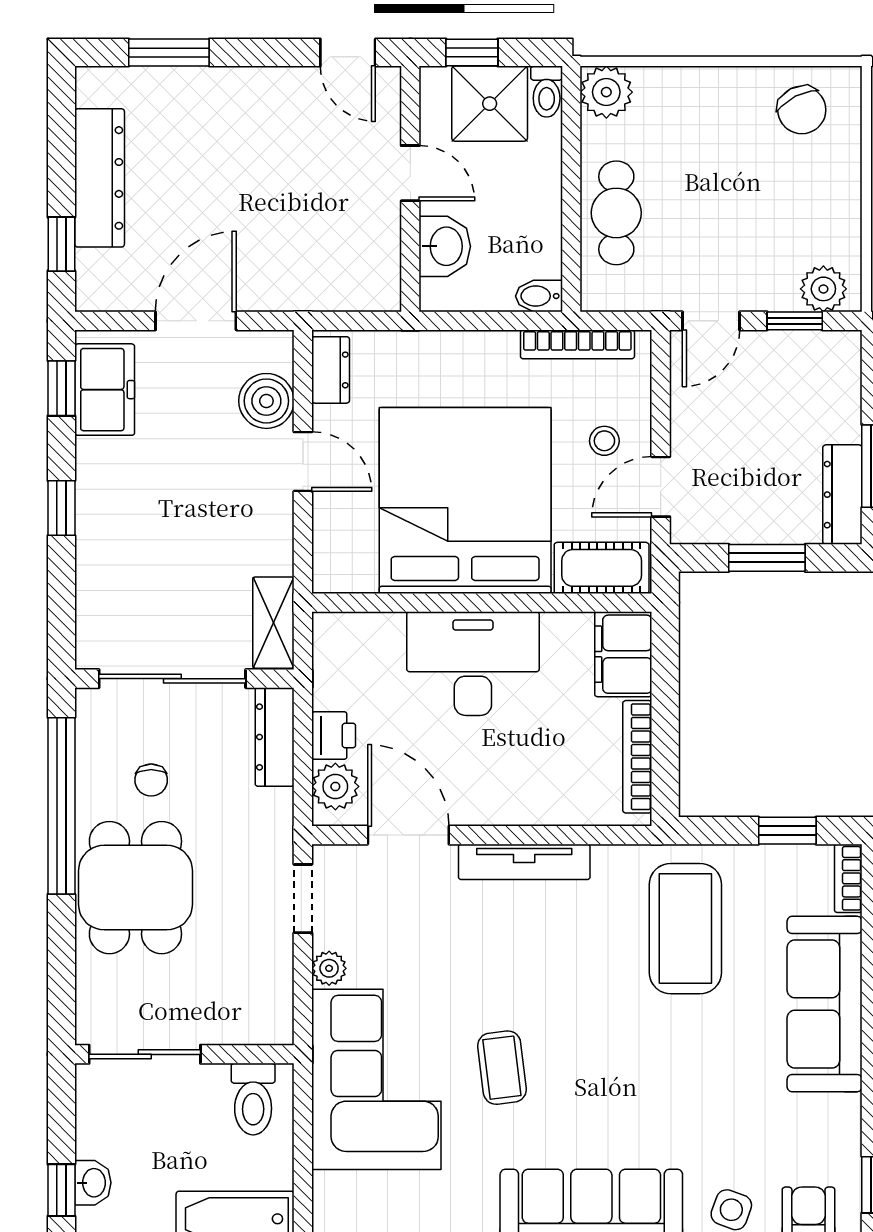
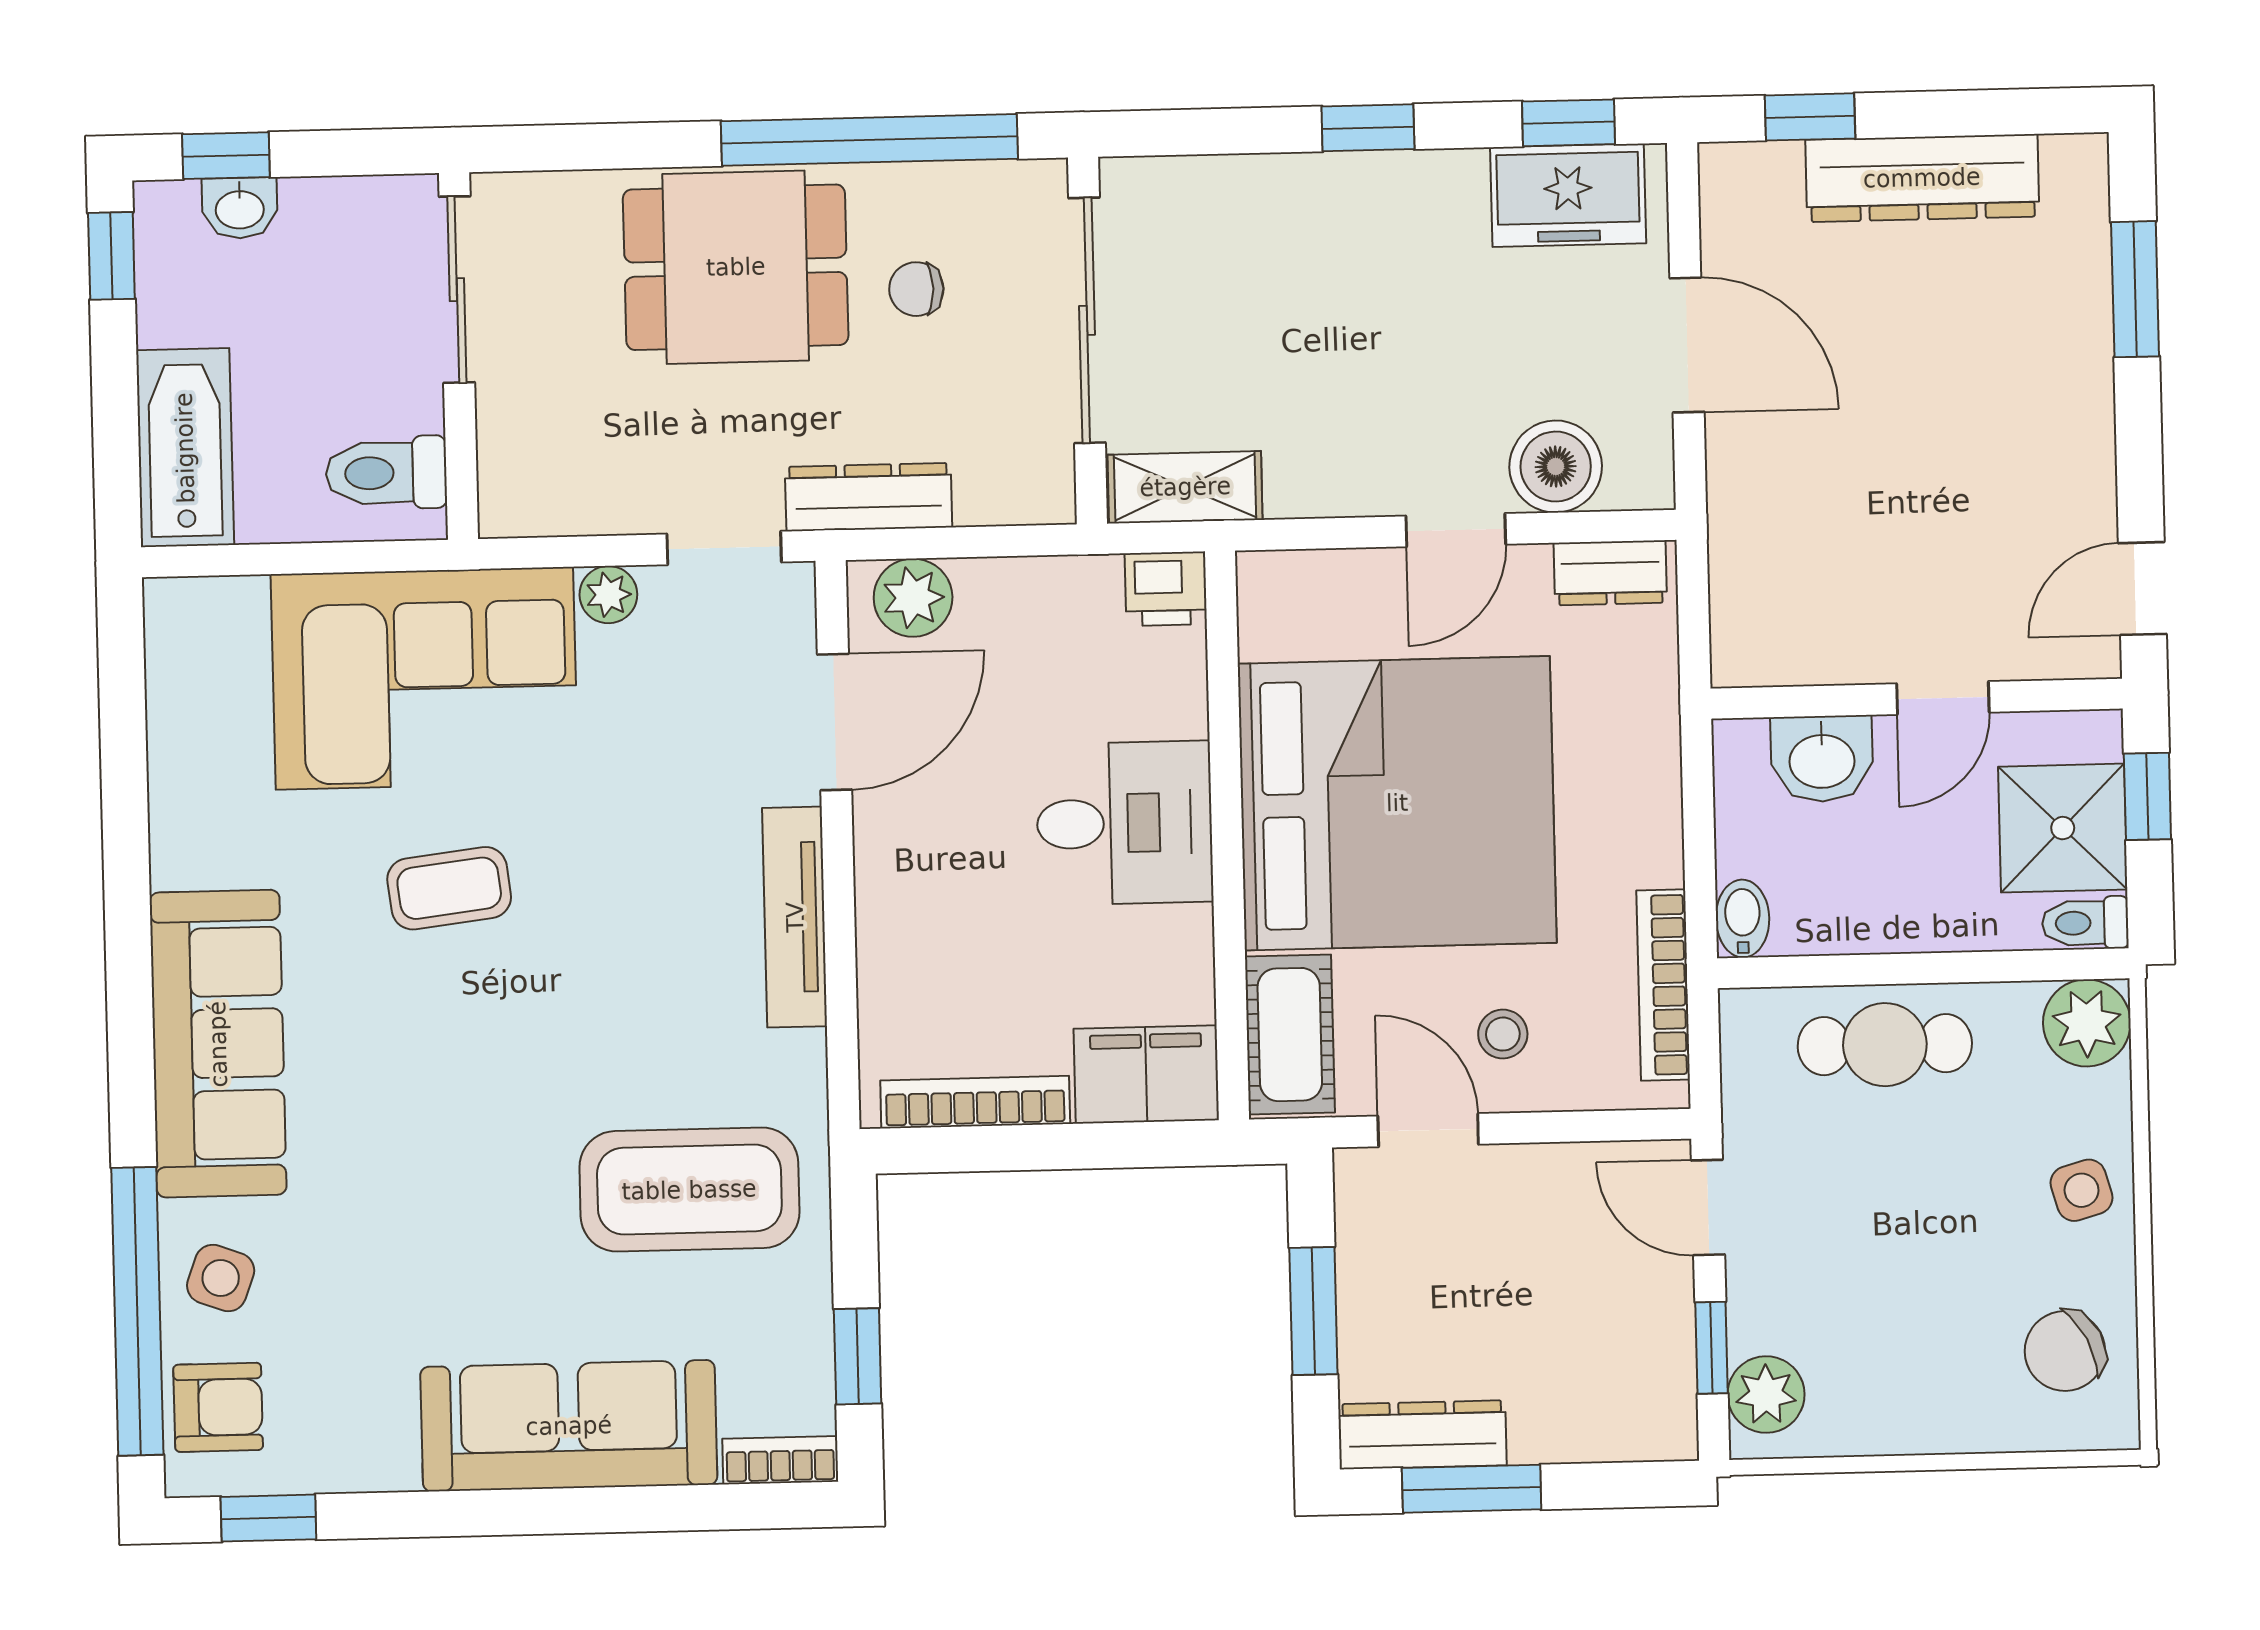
side table: (706, 98) -> (2082, 1190), added
desk: (473, 664) -> (1125, 823), width x0.73
printer: (334, 736) -> (1166, 589), moved
dresser: (275, 737) -> (869, 497), moved

